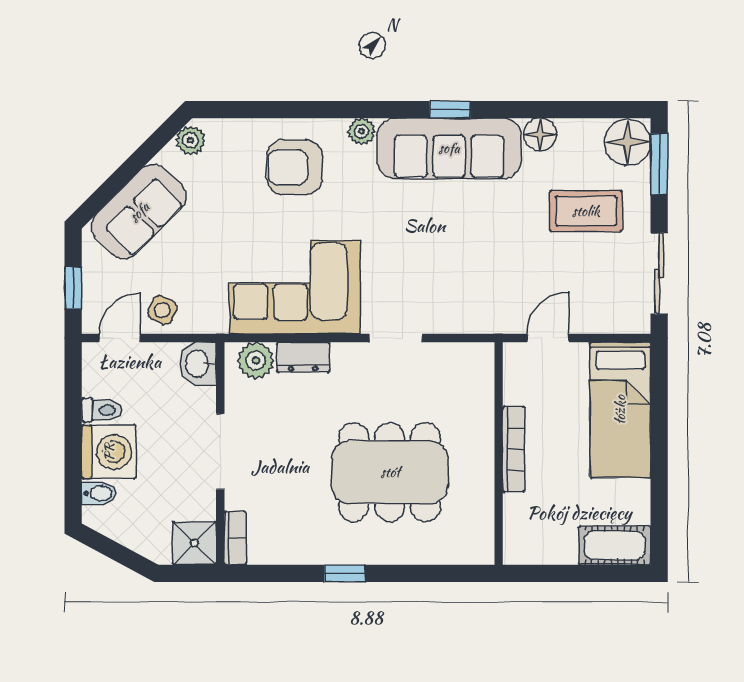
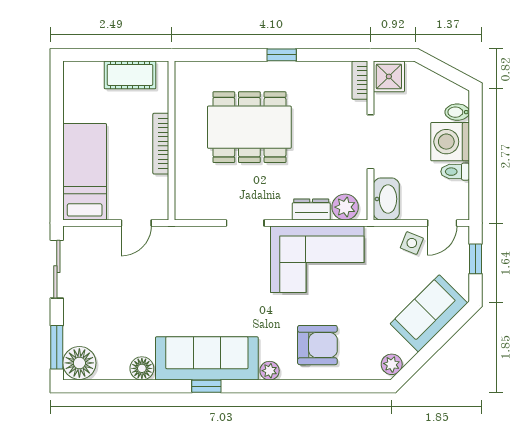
coffee table: (586, 211) -> (109, 314), removed
washbasin: (198, 363) -> (386, 199), width x1.38
cot: (615, 545) -> (130, 75), moved

